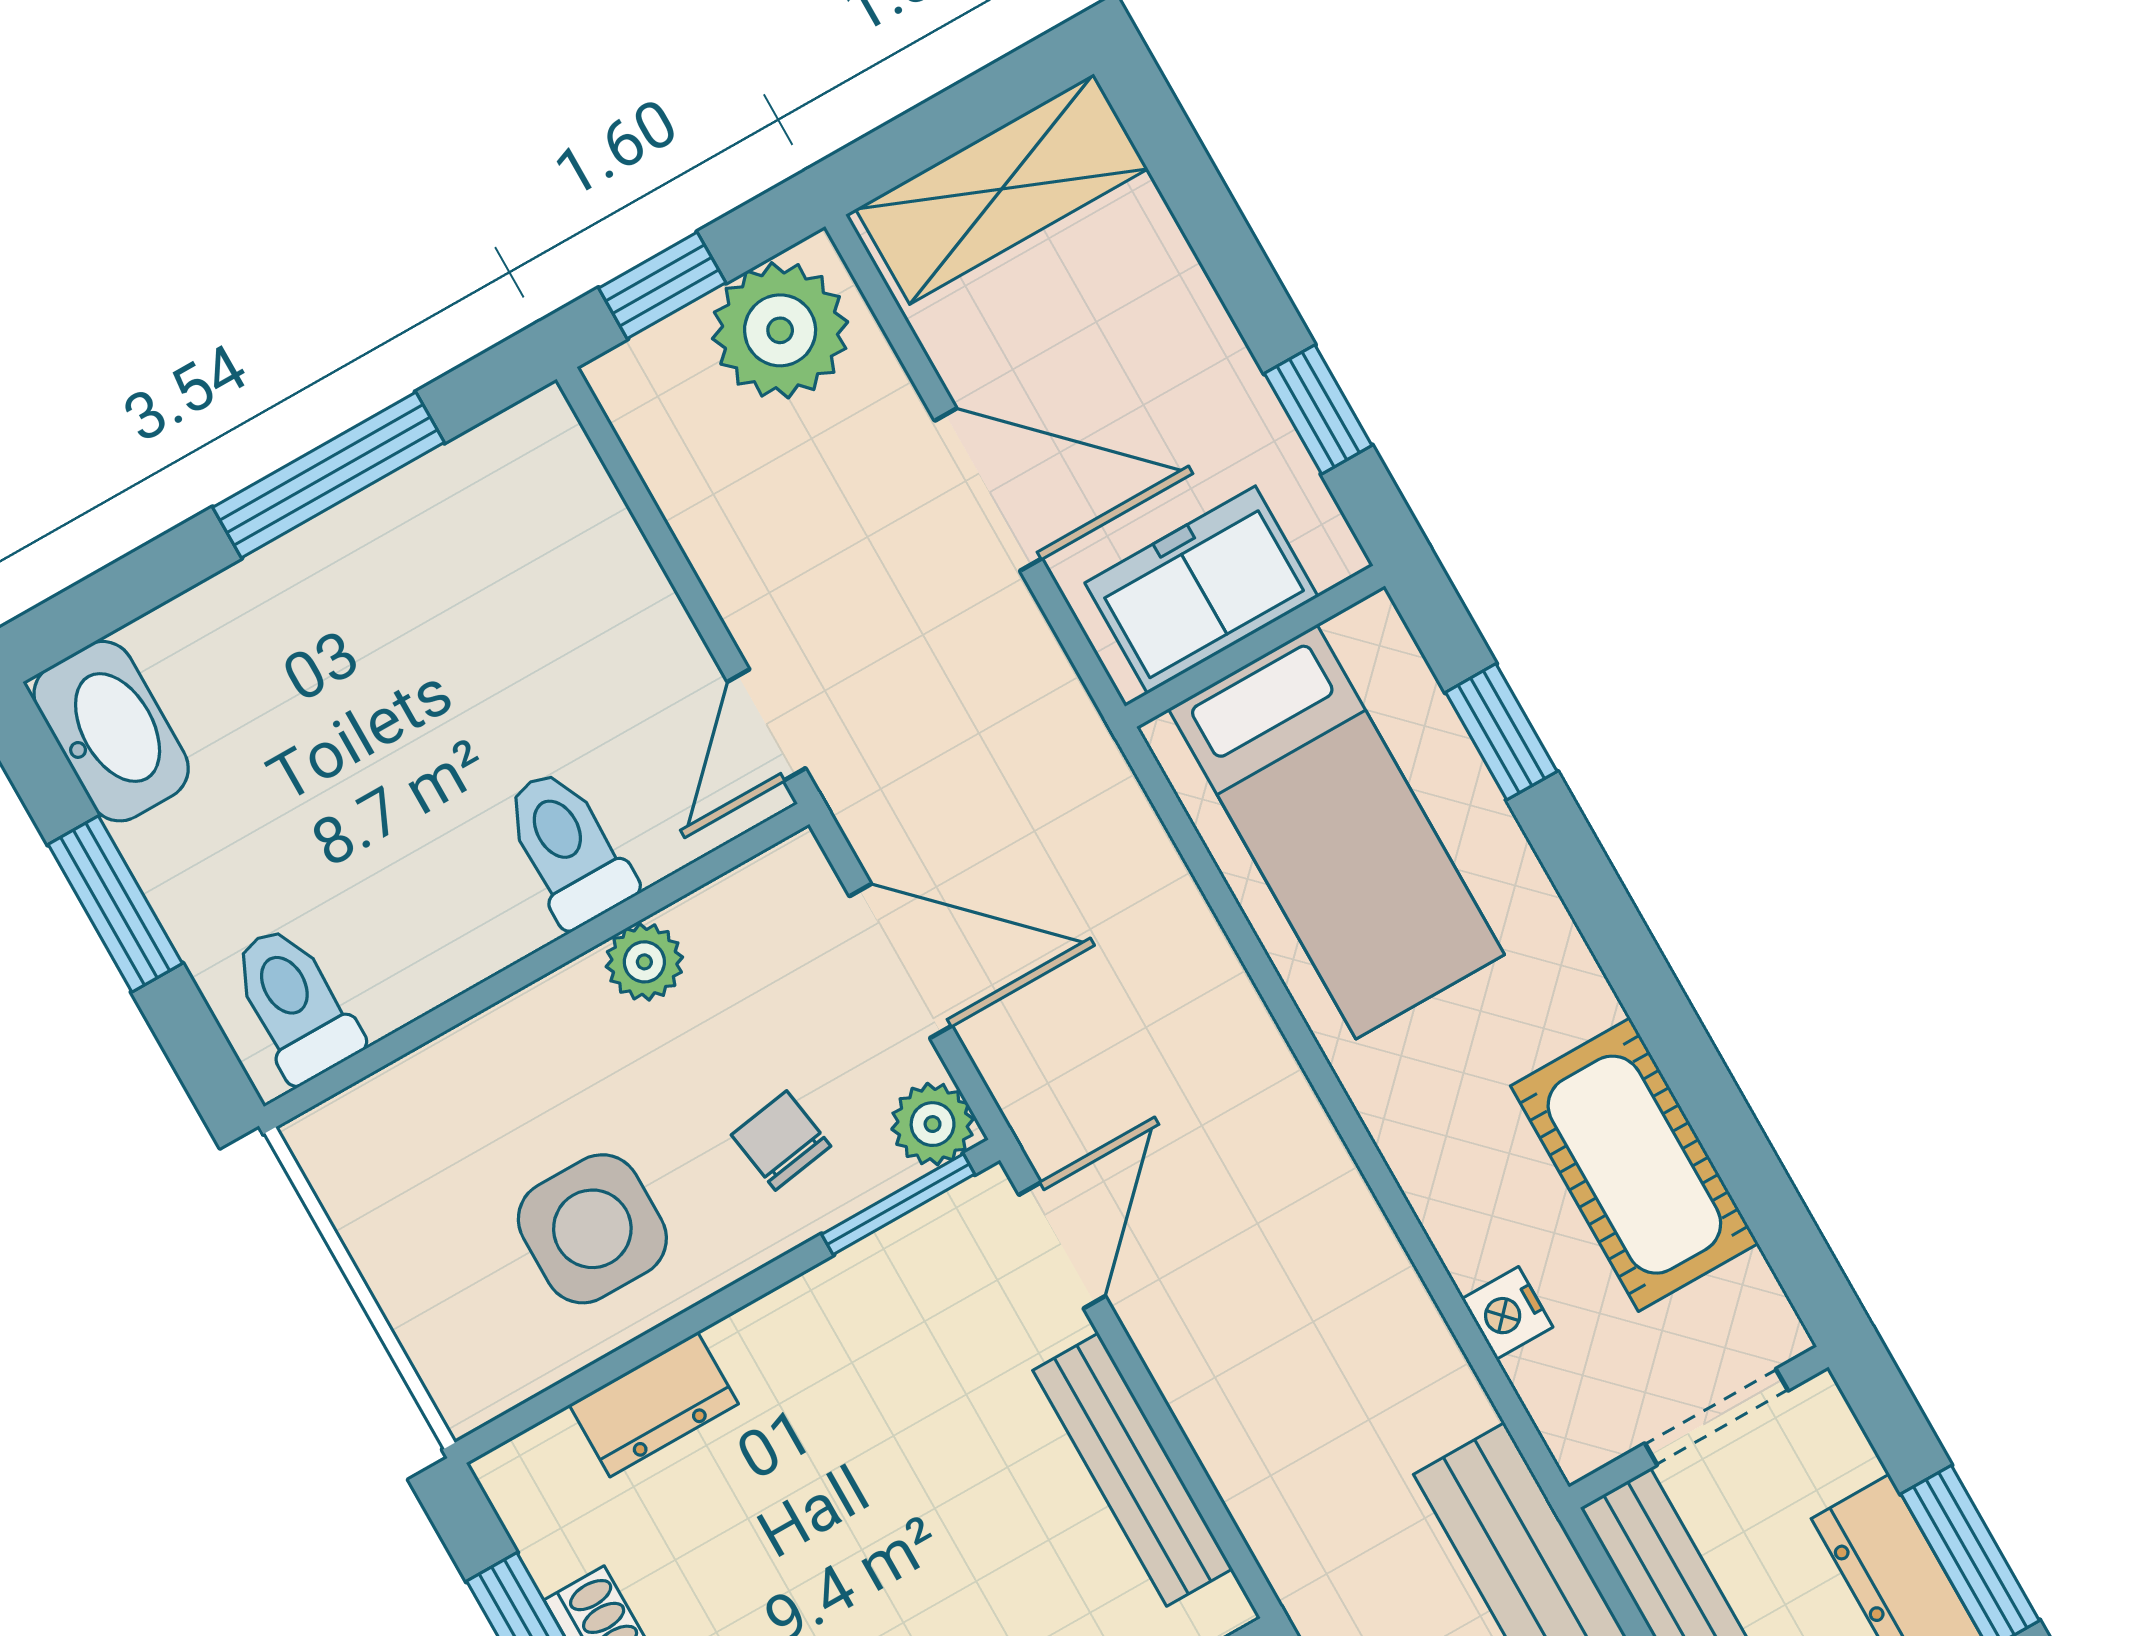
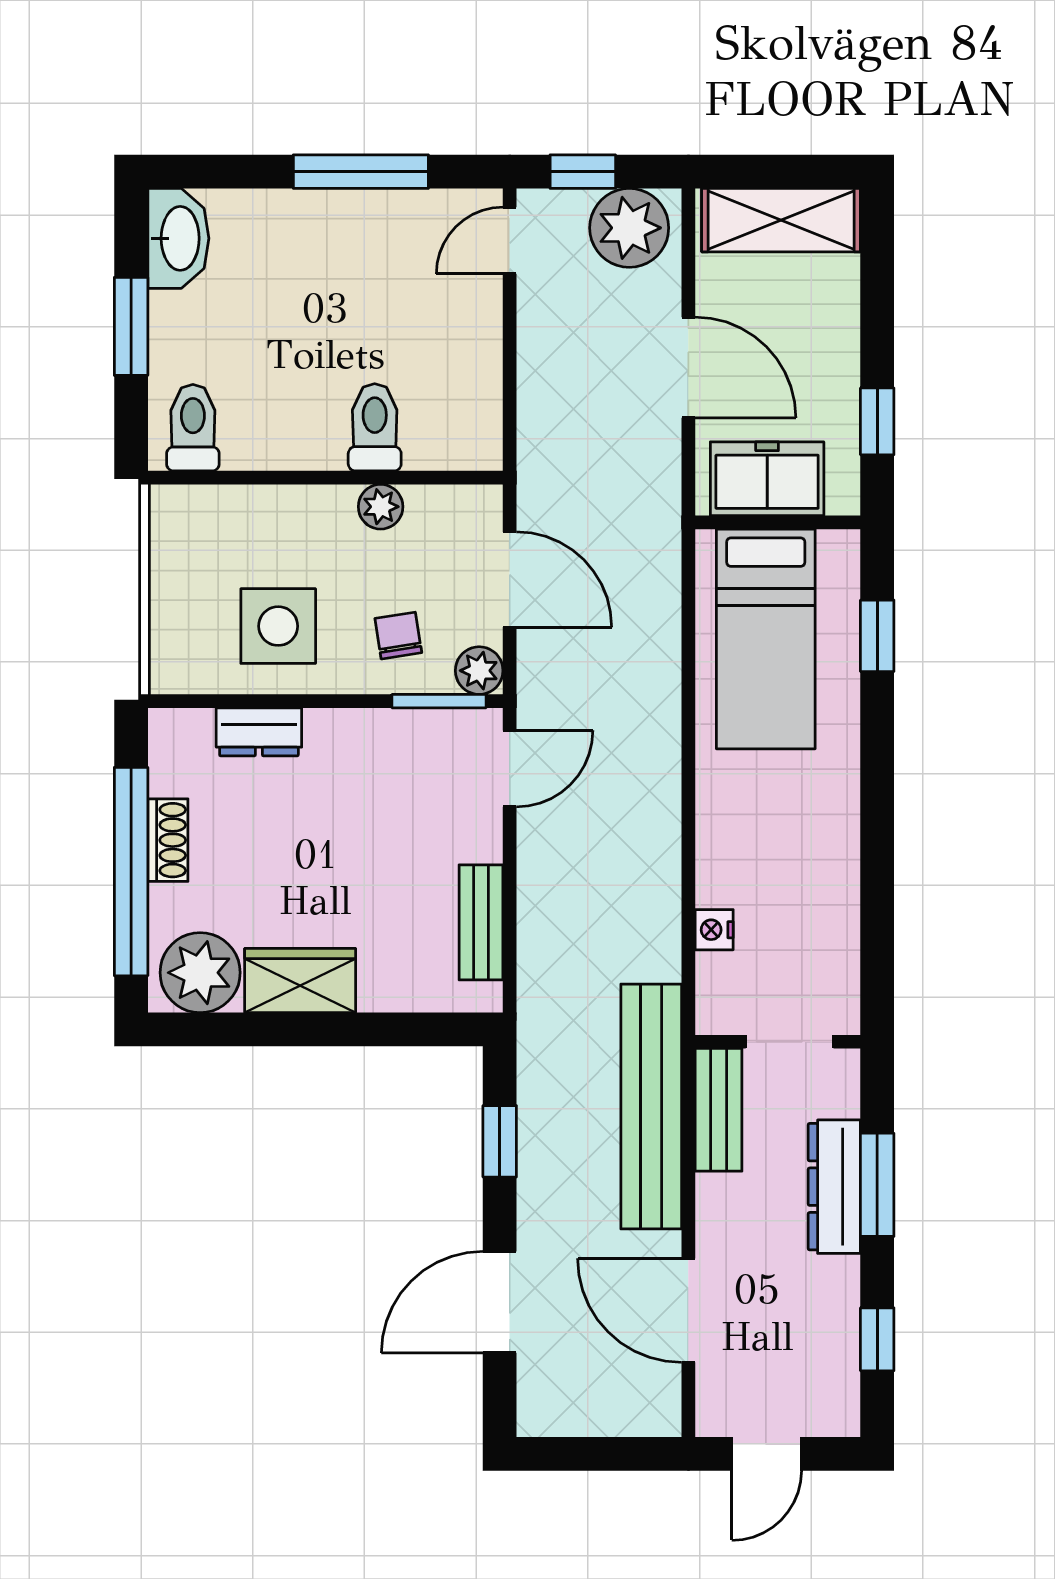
door: (767, 725) -> (510, 240), moved
cot: (1634, 1165) -> (821, 891), removed
bench: (1133, 1470) -> (481, 922), width x0.73

